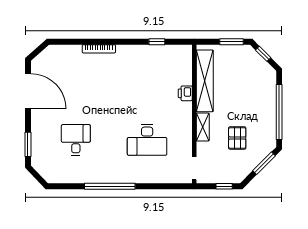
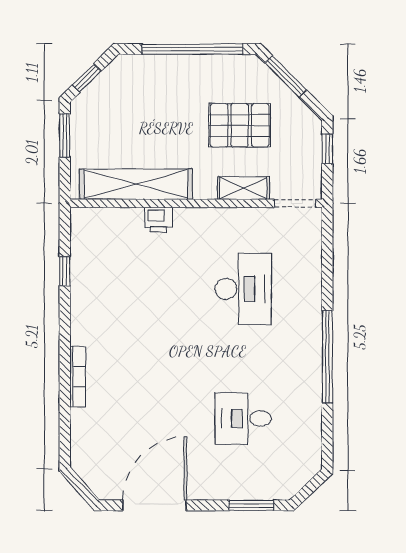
shelving: (203, 127) -> (243, 188), moved
pallet: (237, 138) -> (240, 125), width x1.50, depth x1.42

